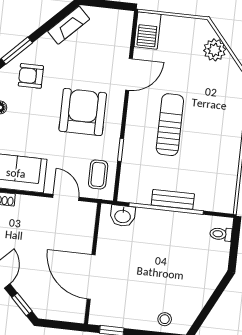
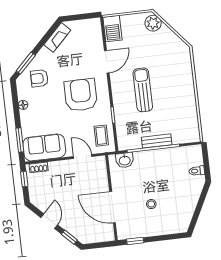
plant: (215, 50) -> (153, 23), moved
toilet: (221, 234) -> (197, 171), moved
stool: (165, 319) -> (151, 204), moved

